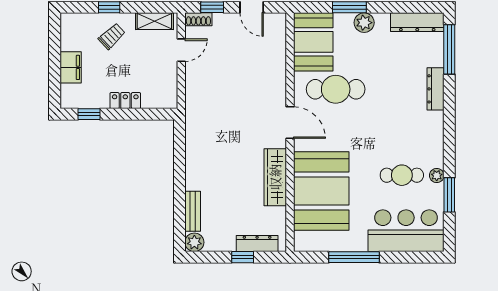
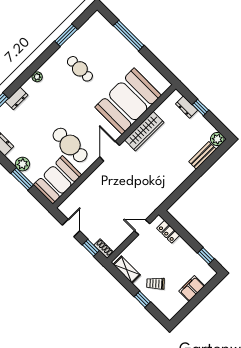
door: (181, 50) -> (142, 227), moved
dresser: (436, 89) -> (17, 98), width x0.70
locker: (125, 101) -> (168, 232), moved
plant: (437, 175) -> (37, 77), moved
bar counter: (406, 231) -> (106, 39), removed
dresser: (257, 244) -> (187, 107), width x0.70
window: (354, 257) -> (129, 36), moved

